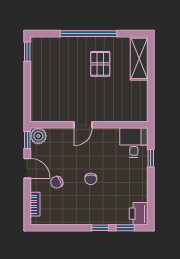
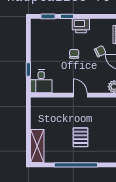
pallet: (100, 64) -> (81, 137), moved
door: (83, 125) -> (80, 95), hinge flipped
printer: (139, 214) -> (81, 26), moved, turned 90

